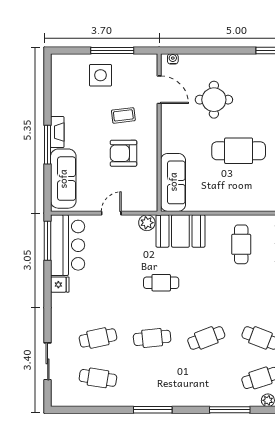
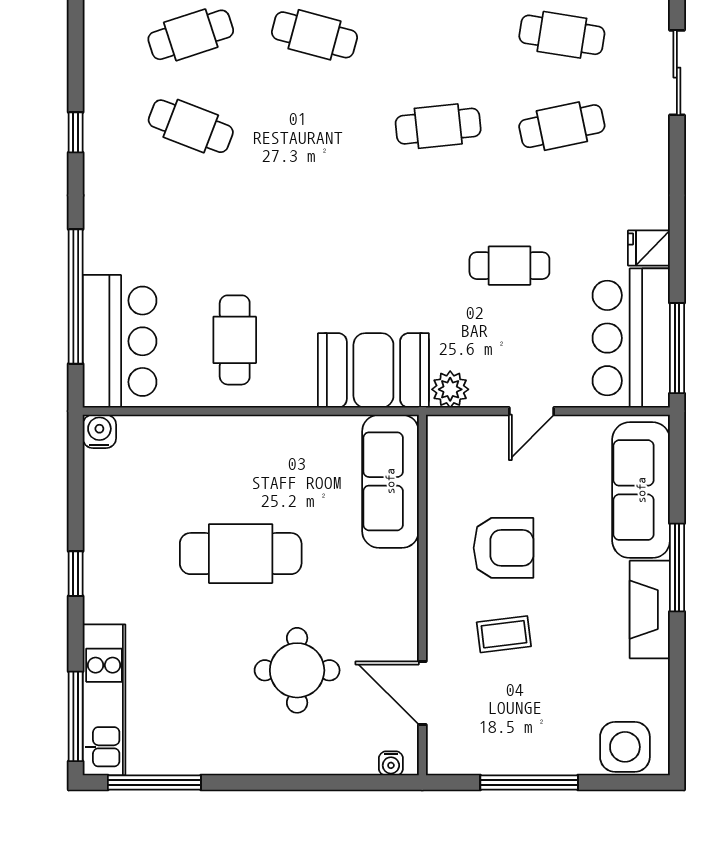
side table: (101, 75) -> (625, 747), moved
fireplace: (57, 132) -> (650, 610), width x1.37, depth x1.32
cafe table: (161, 283) -> (509, 266), moved
cafe table: (206, 338) -> (314, 35), moved, turned 36

